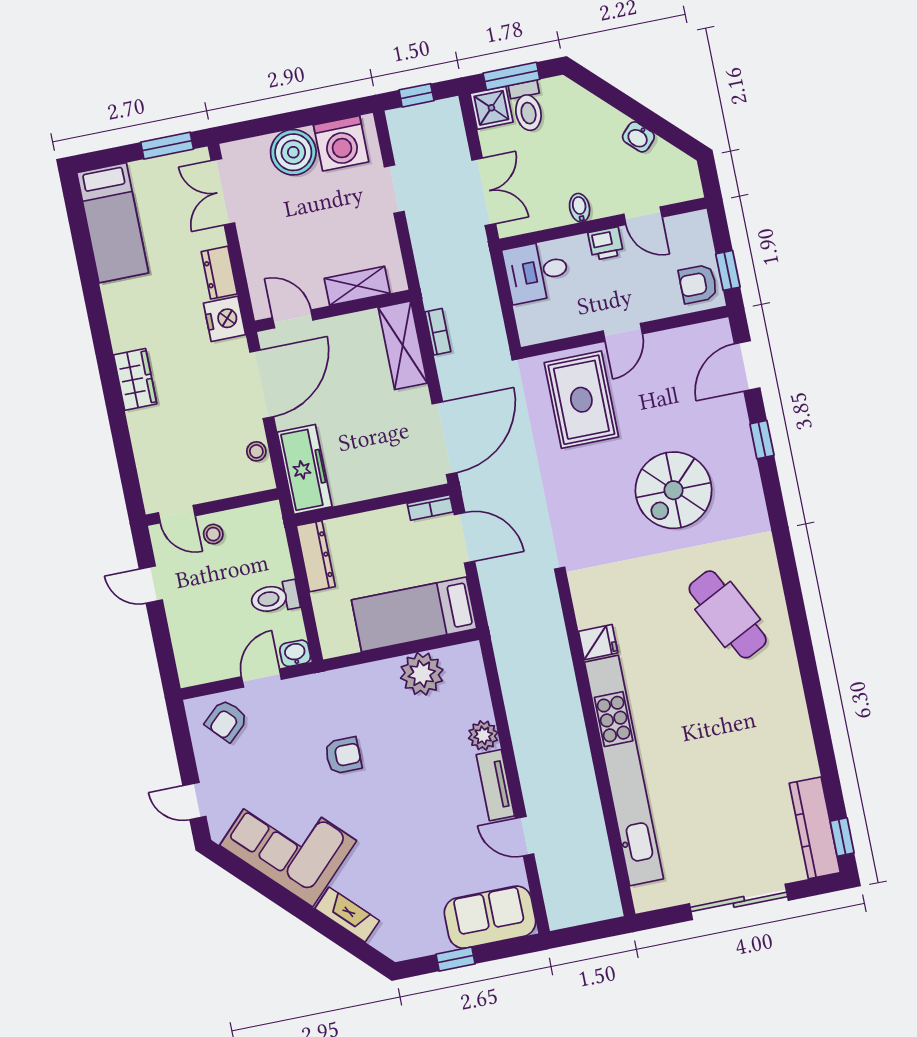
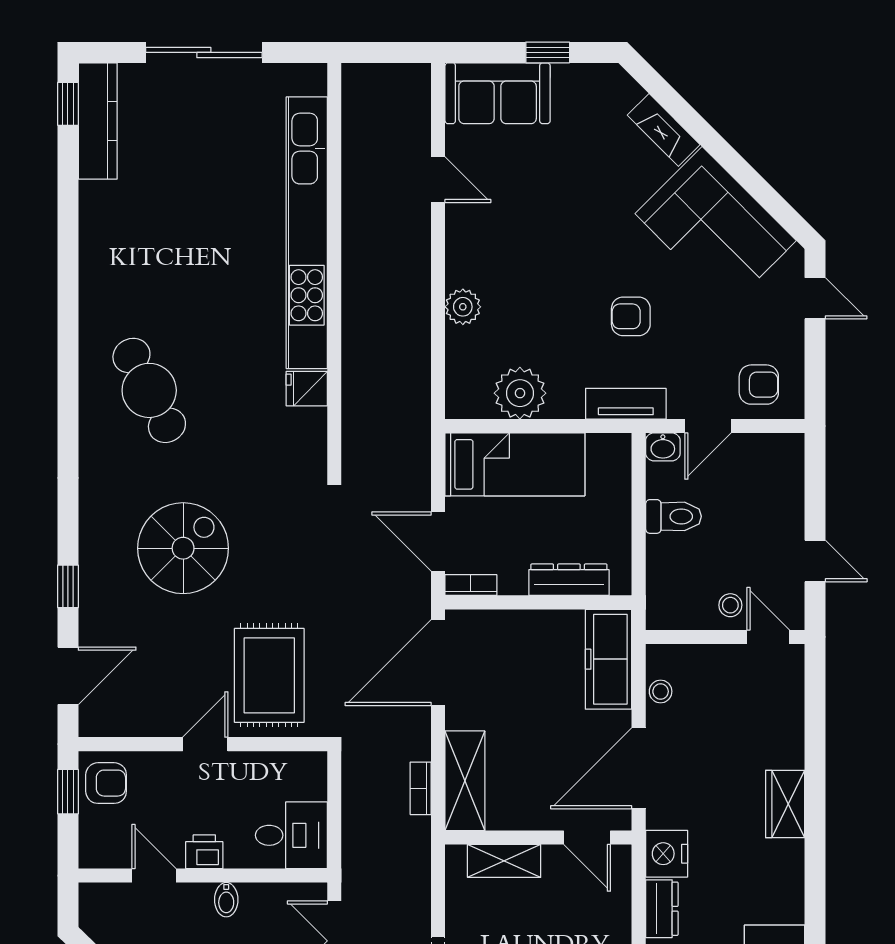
dresser: (316, 556) -> (569, 580), moved, turned 90
armchair: (226, 721) -> (759, 385), turned 43
tv unit: (495, 785) -> (626, 404), moved, turned -90

